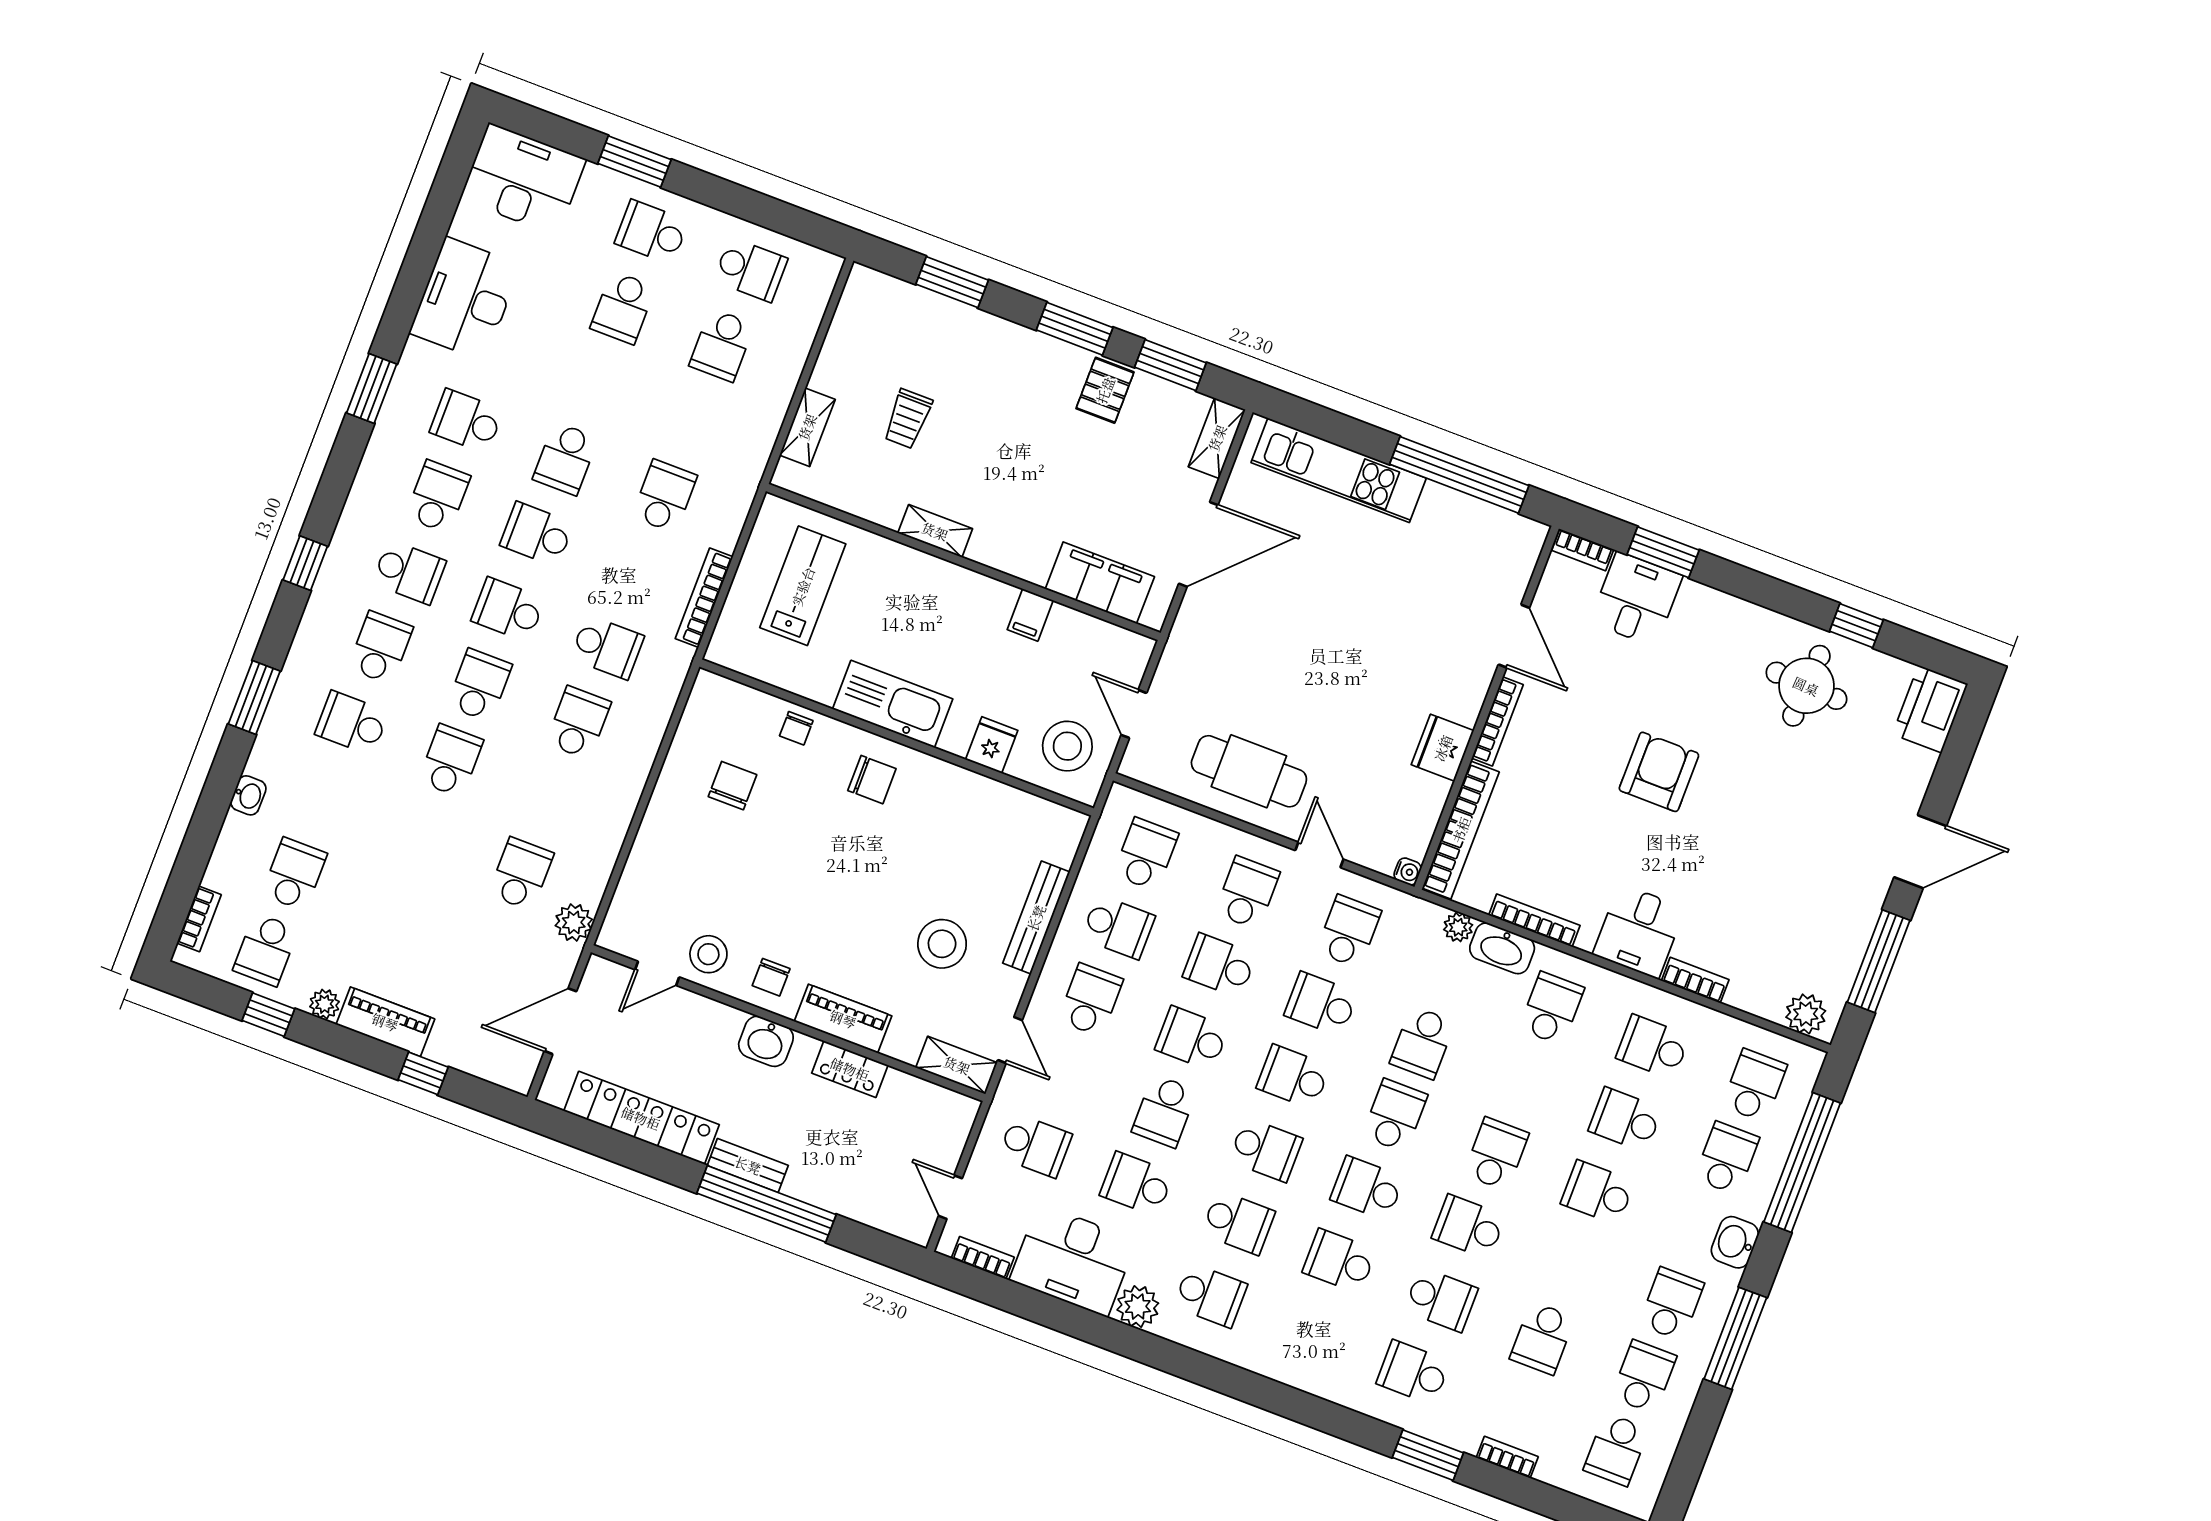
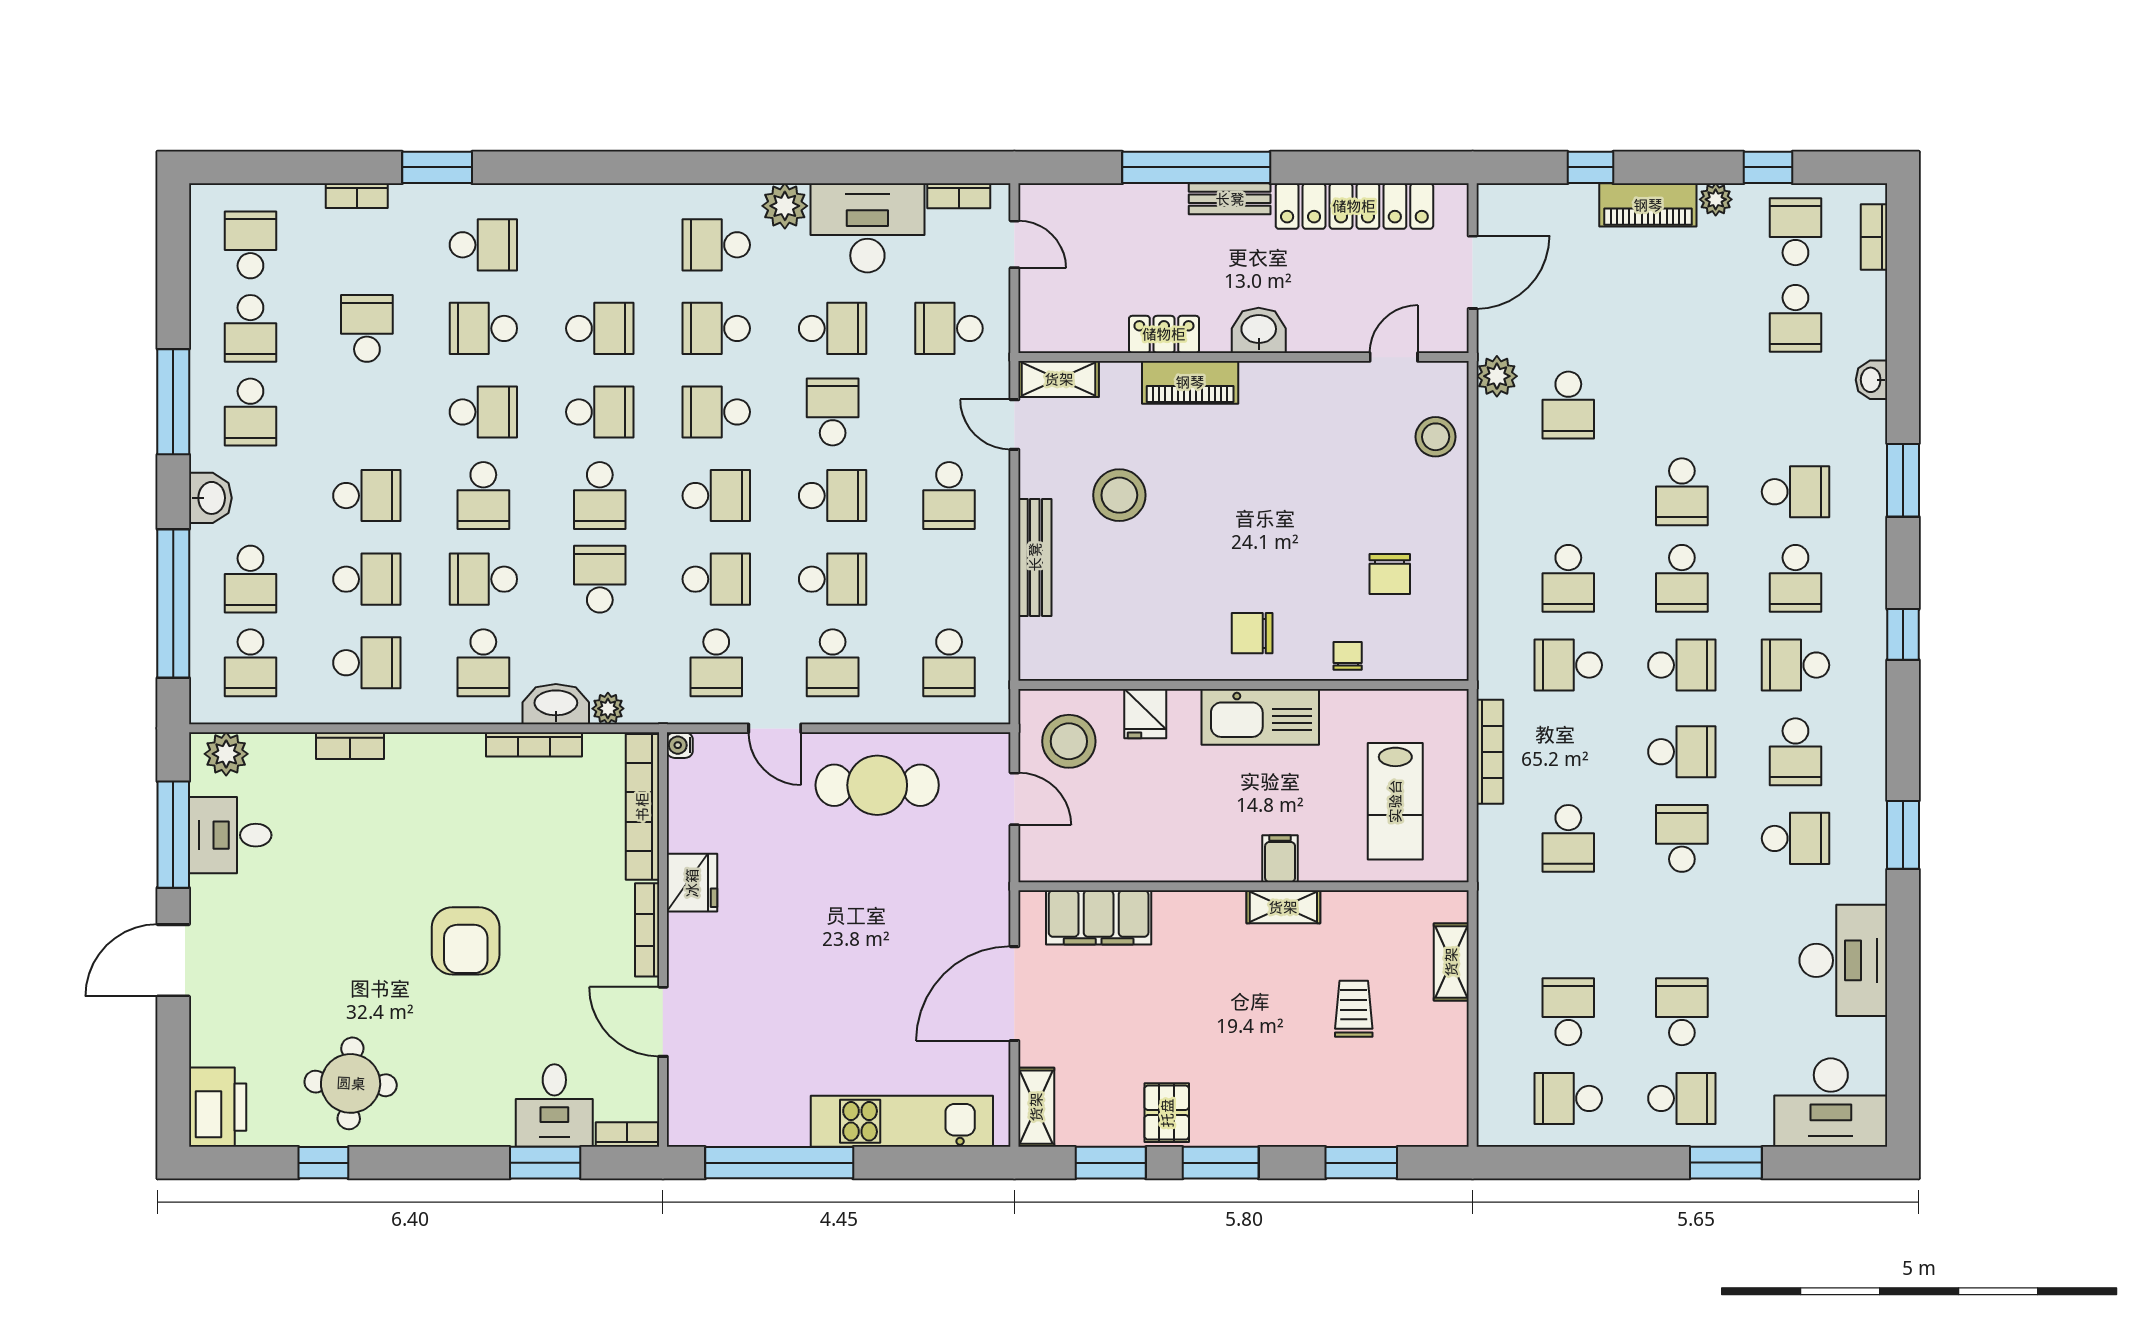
filing cabinet: (1030, 615) -> (1280, 859), moved
school desk: (1118, 927) -> (483, 579), moved
desk: (1639, 931) -> (230, 835), moved, turned -90
stool: (708, 954) -> (1436, 437), moved
chair: (771, 977) -> (1278, 397), removed

